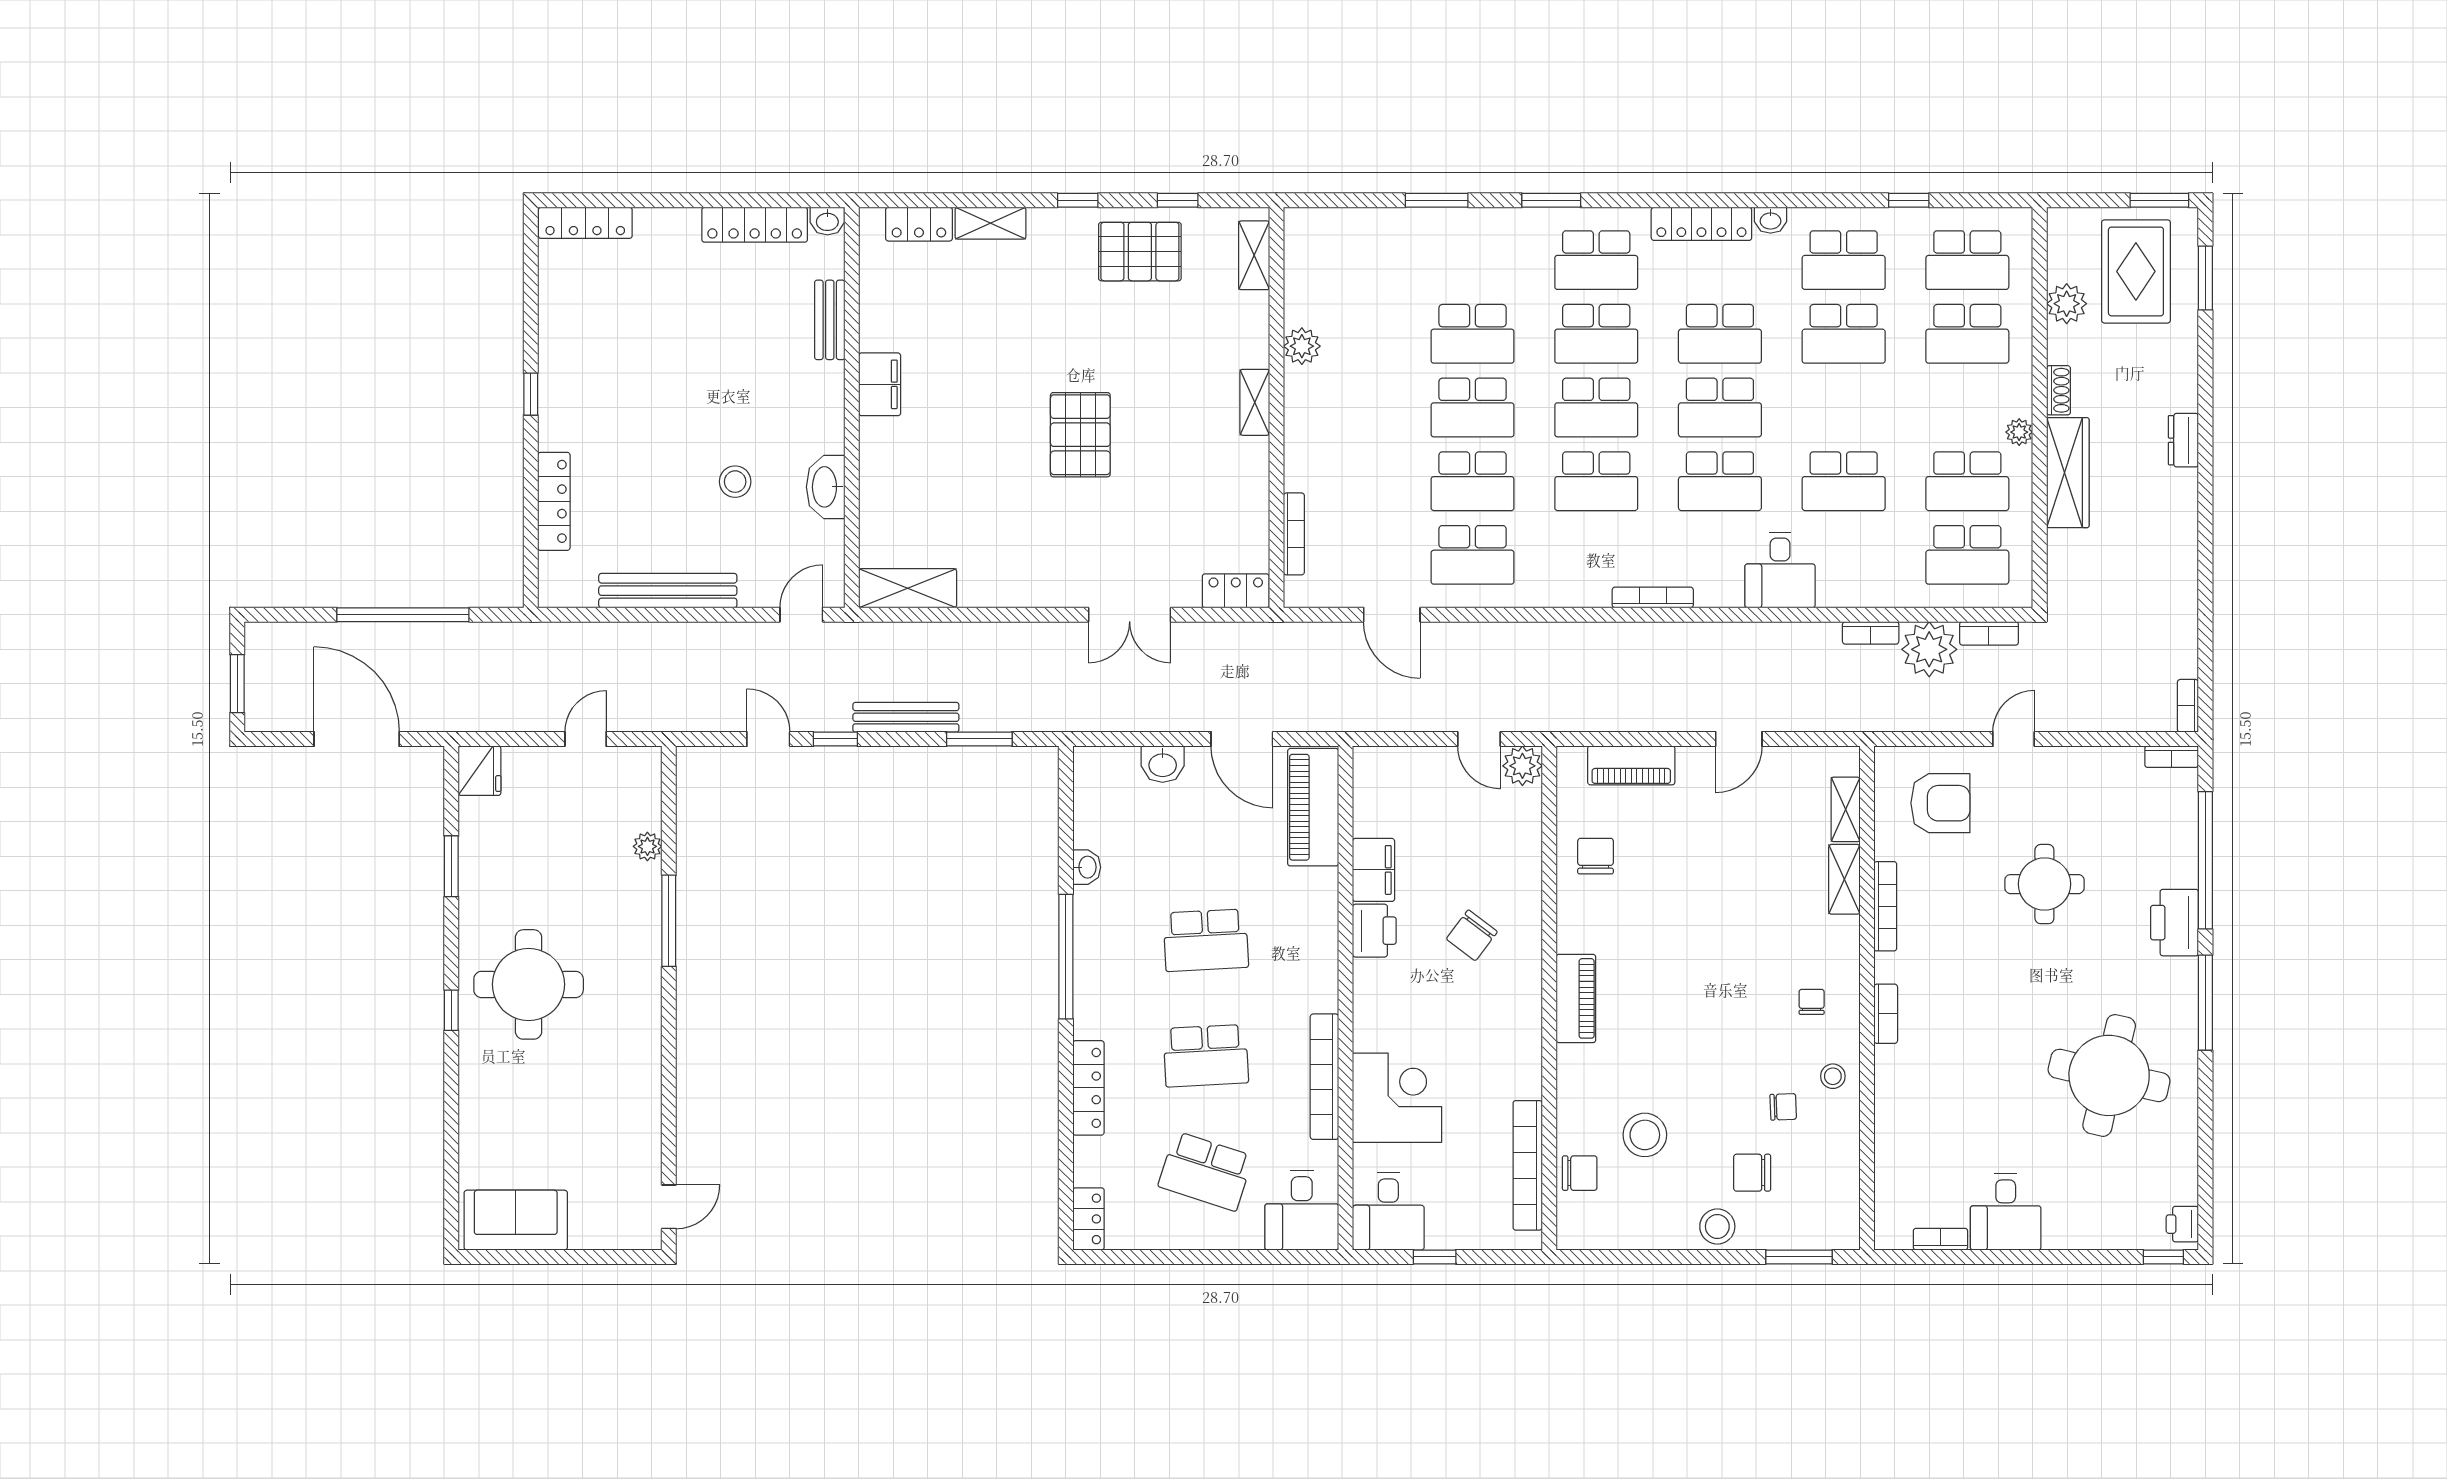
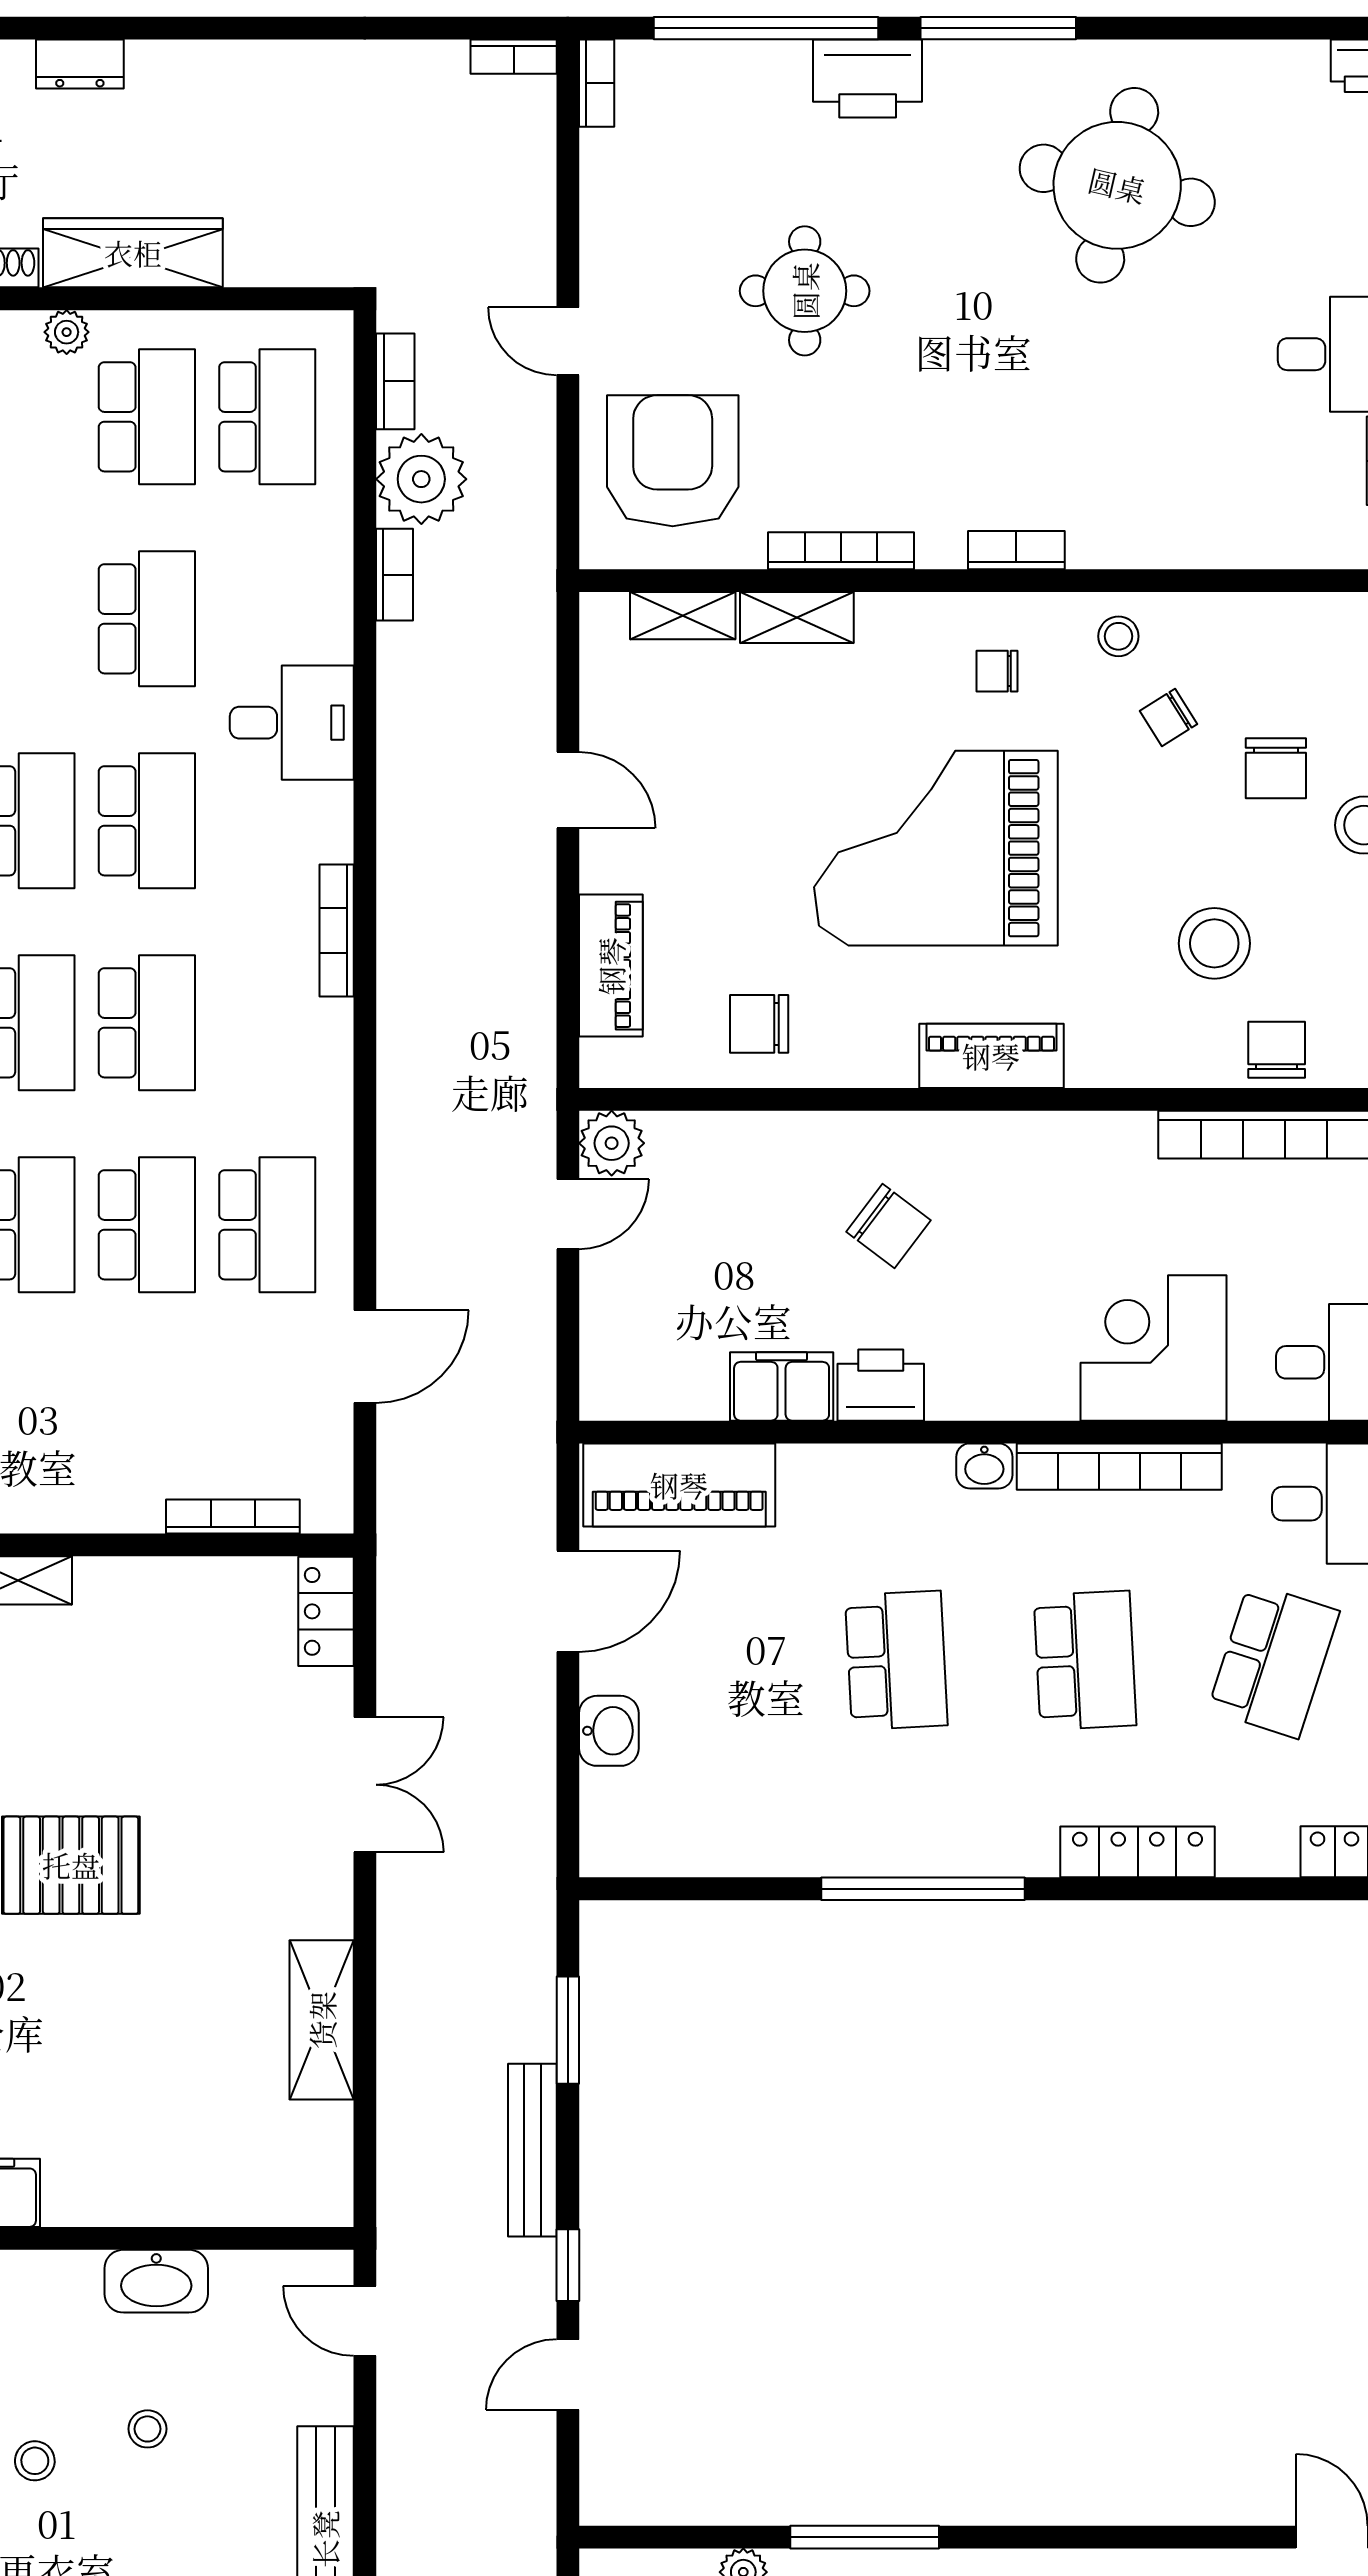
stool: (716, 413) -> (35, 2461), added
stool: (735, 482) -> (147, 2429), width x0.73, depth x0.73
shelving: (908, 588) -> (322, 2020), moved
armchair: (1940, 803) -> (673, 461), width x1.36, depth x1.36
washbasin: (1087, 867) -> (984, 1466), moved, turned 180
grand piano: (1703, 964) -> (936, 848), added
chair: (1783, 1107) -> (1168, 717), turned -120

